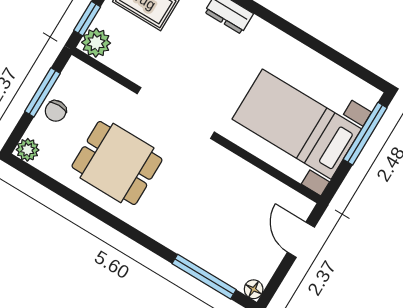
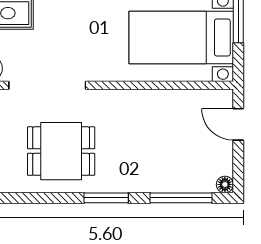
doorway: (176, 113) -> (47, 85), moved
window: (133, 233) -> (106, 198), added

